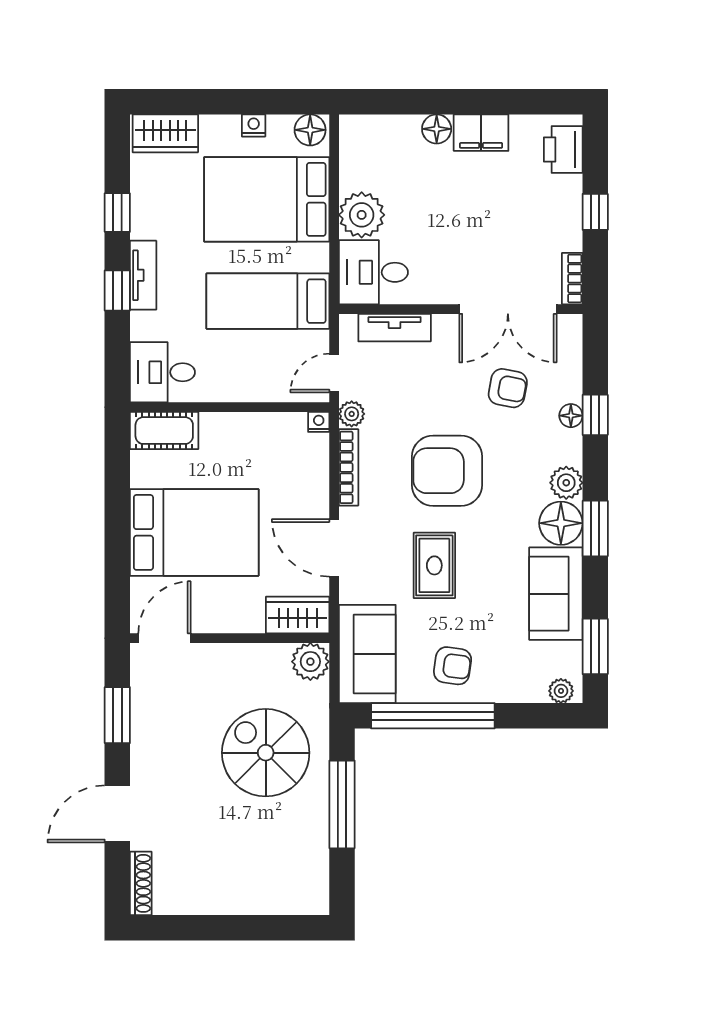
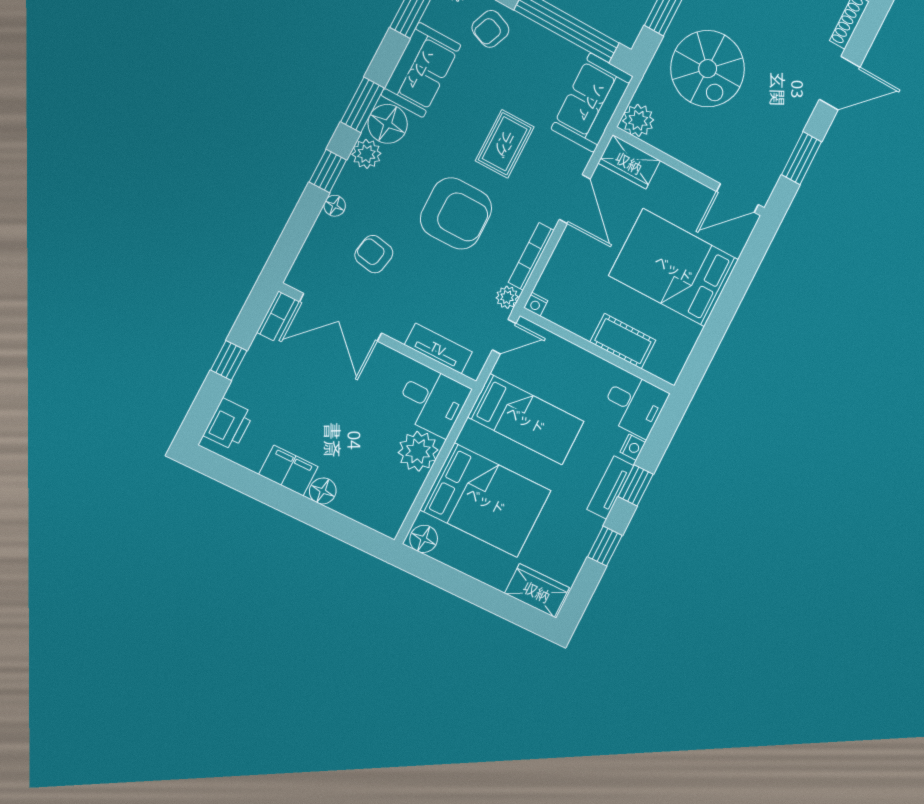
nightstand: (254, 125) -> (633, 447), moved, turned -90
double door: (508, 309) -> (341, 317), swing flipped
window: (595, 415) -> (328, 171), moved
cot: (164, 431) -> (623, 341), moved
armchair: (453, 666) -> (490, 29), moved, turned -76

